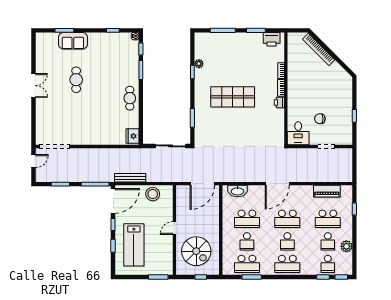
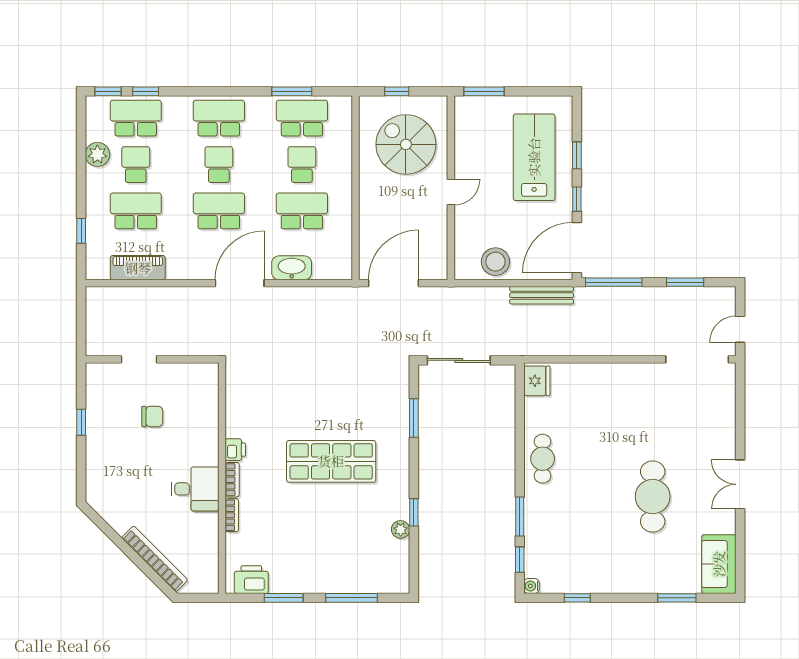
sofa: (73, 41) -> (719, 564), moved, turned -90
cafe table: (76, 80) -> (653, 497), width x1.37, depth x1.35
desk: (298, 133) -> (195, 489), moved, turned 90
washbasin: (237, 191) -> (292, 268), moved
school desk: (328, 264) -> (136, 118), width x1.85

